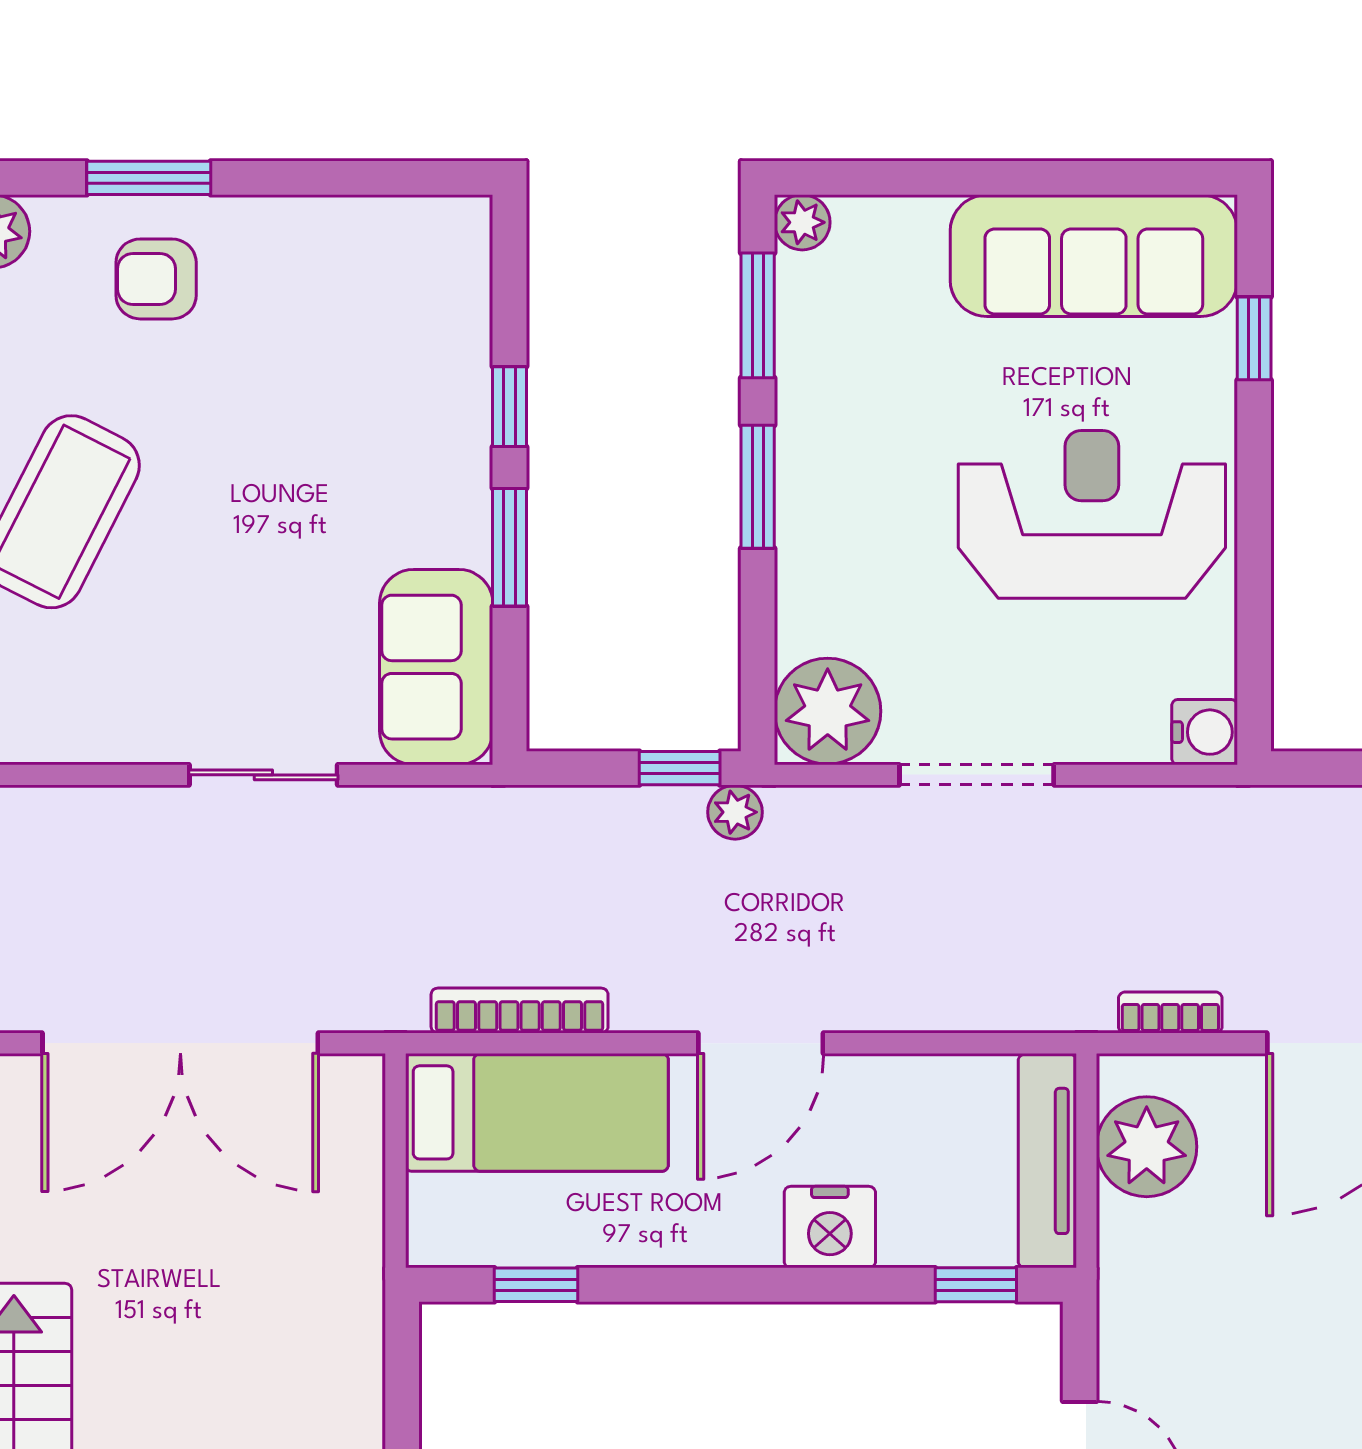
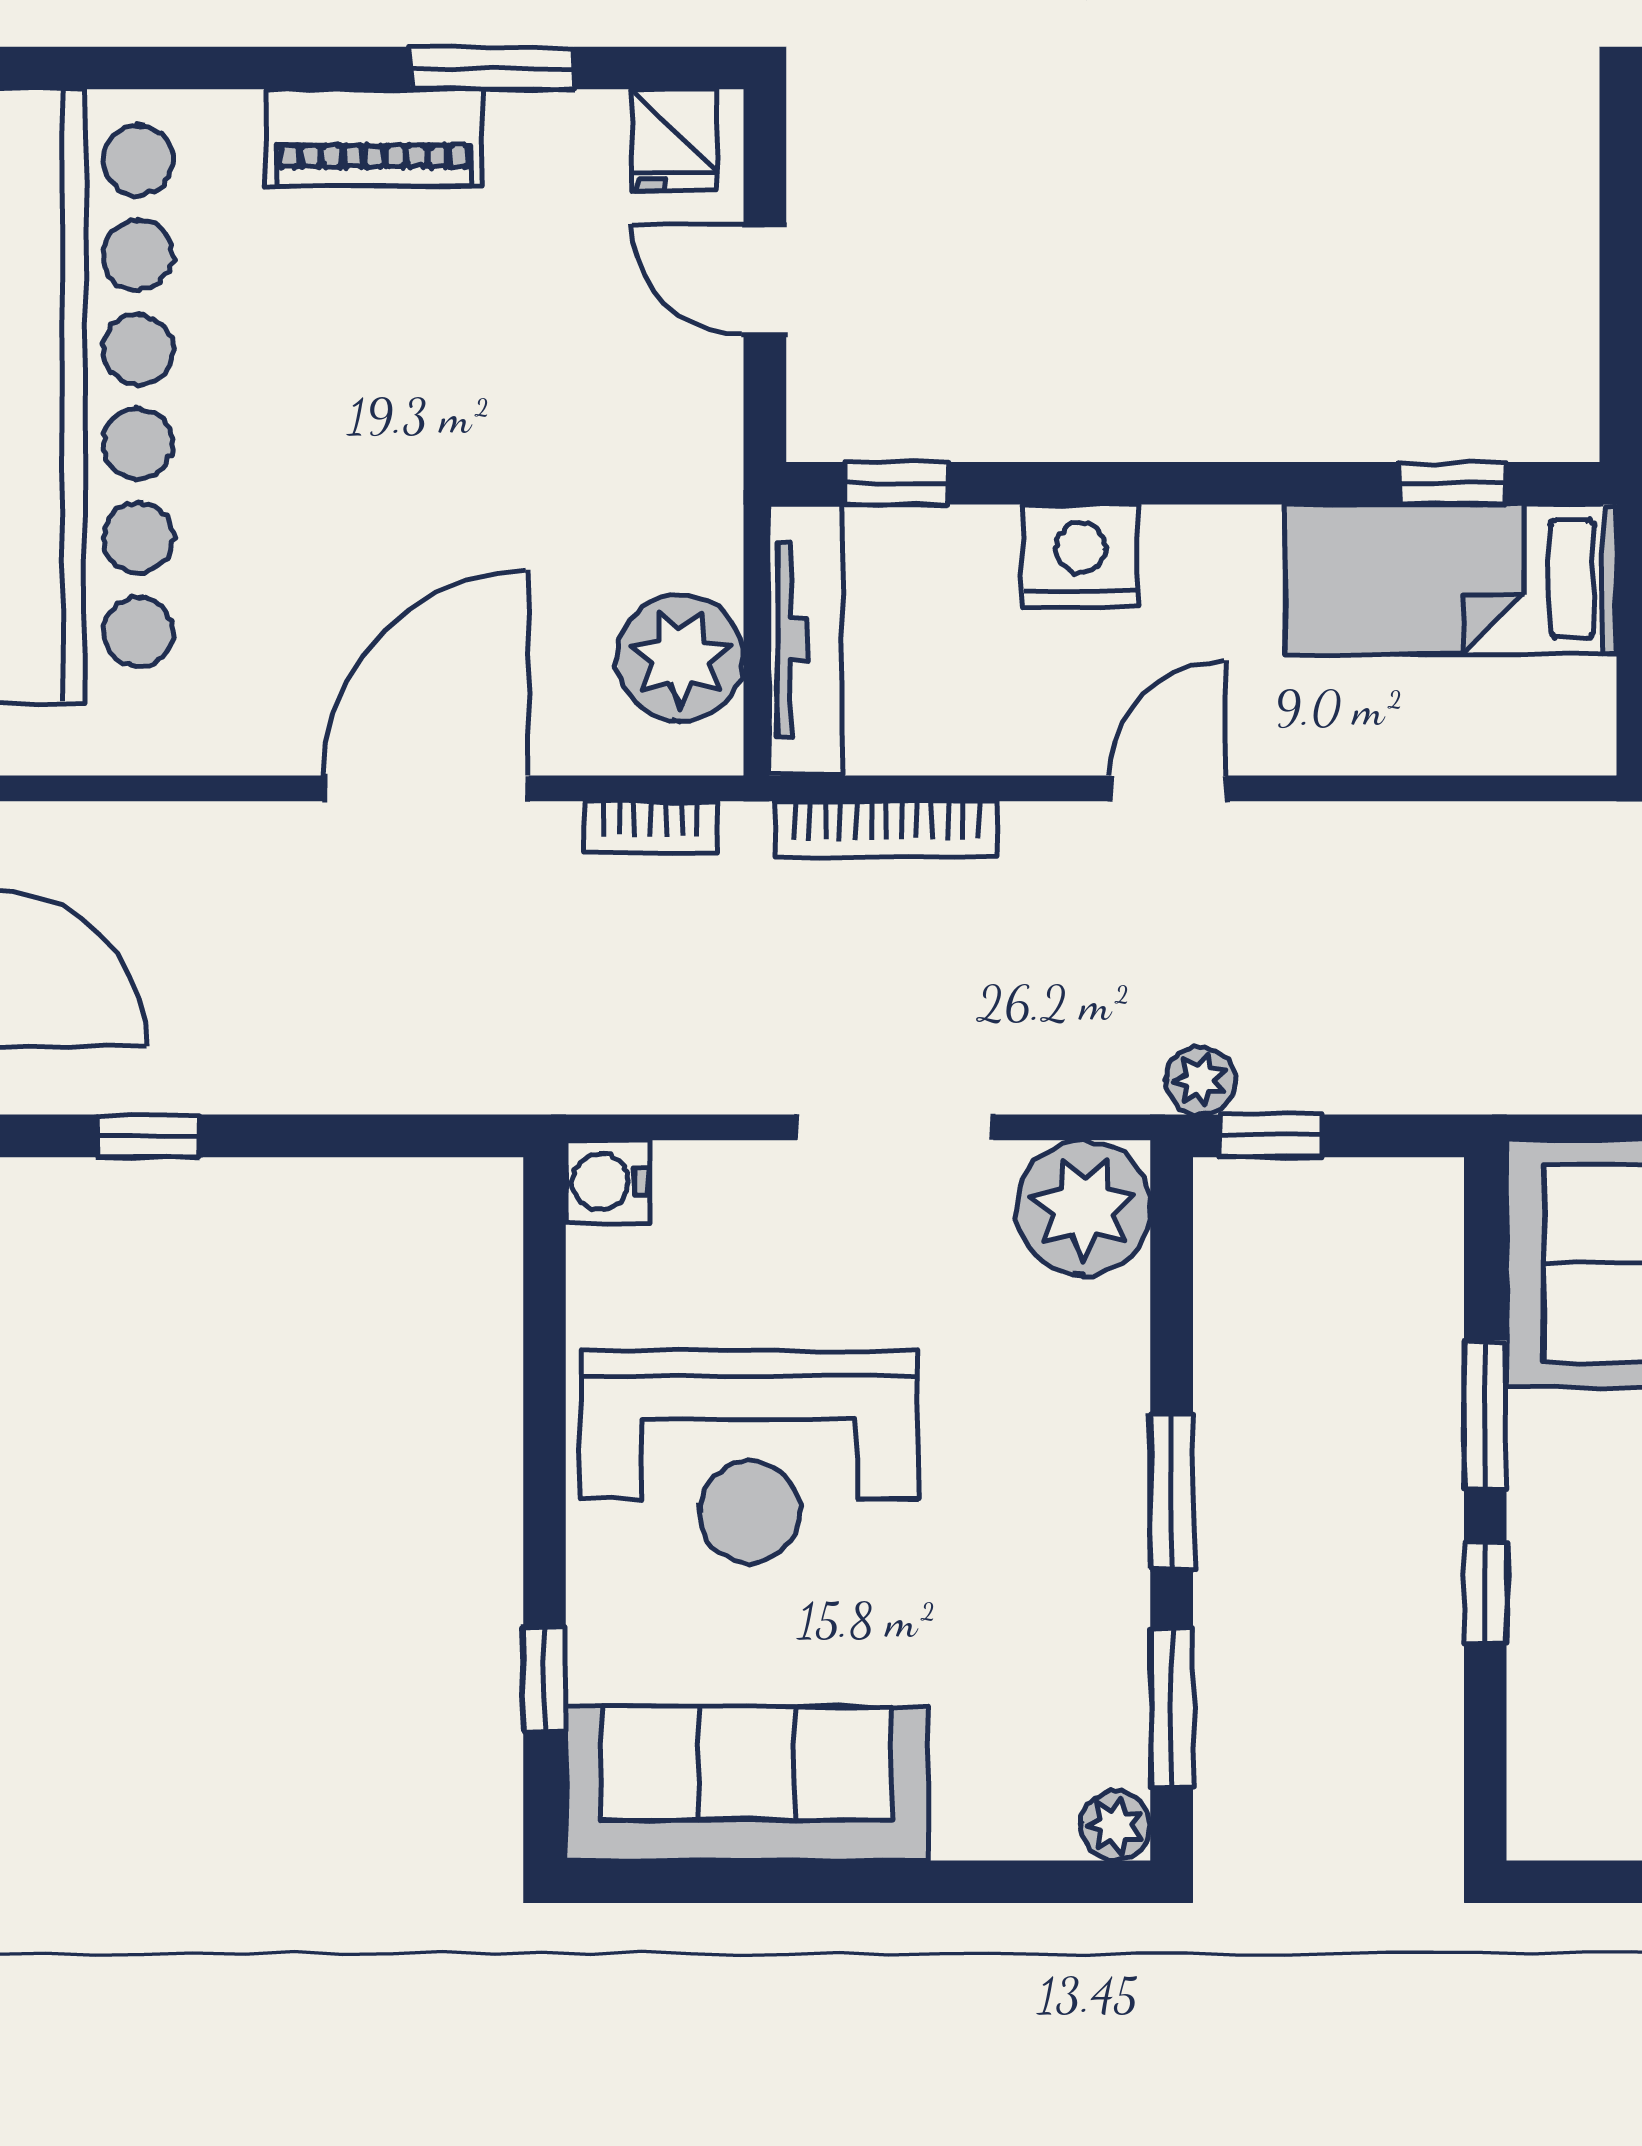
bookcase: (520, 1011) -> (887, 830), moved
door: (761, 1043) -> (1168, 788), width x0.73
bed: (537, 1112) -> (1451, 579), moved

